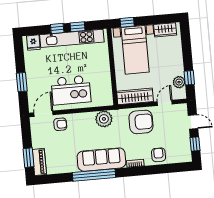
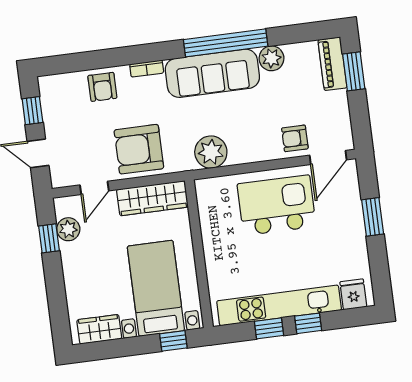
plant: (71, 166) -> (271, 58), added

